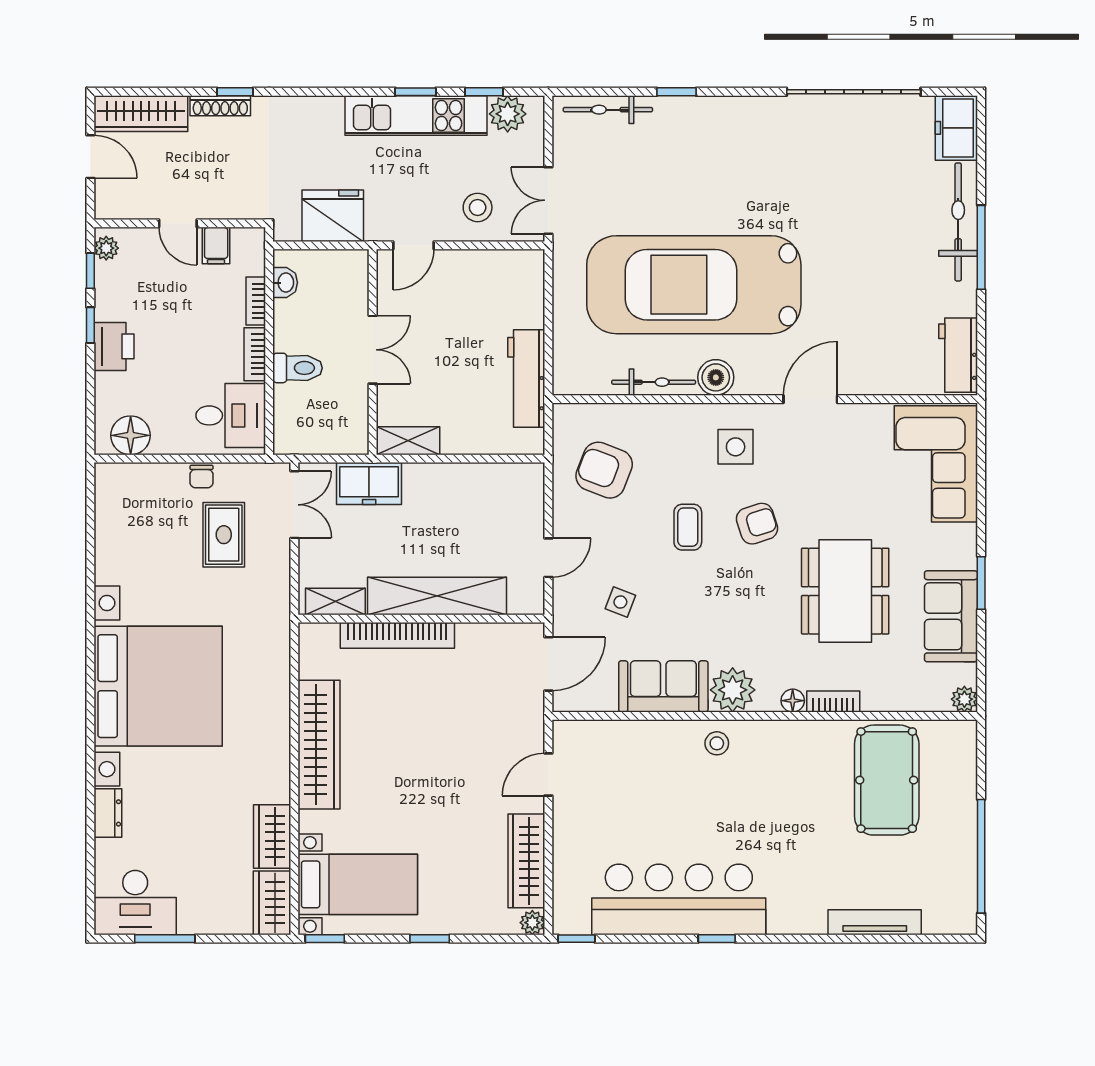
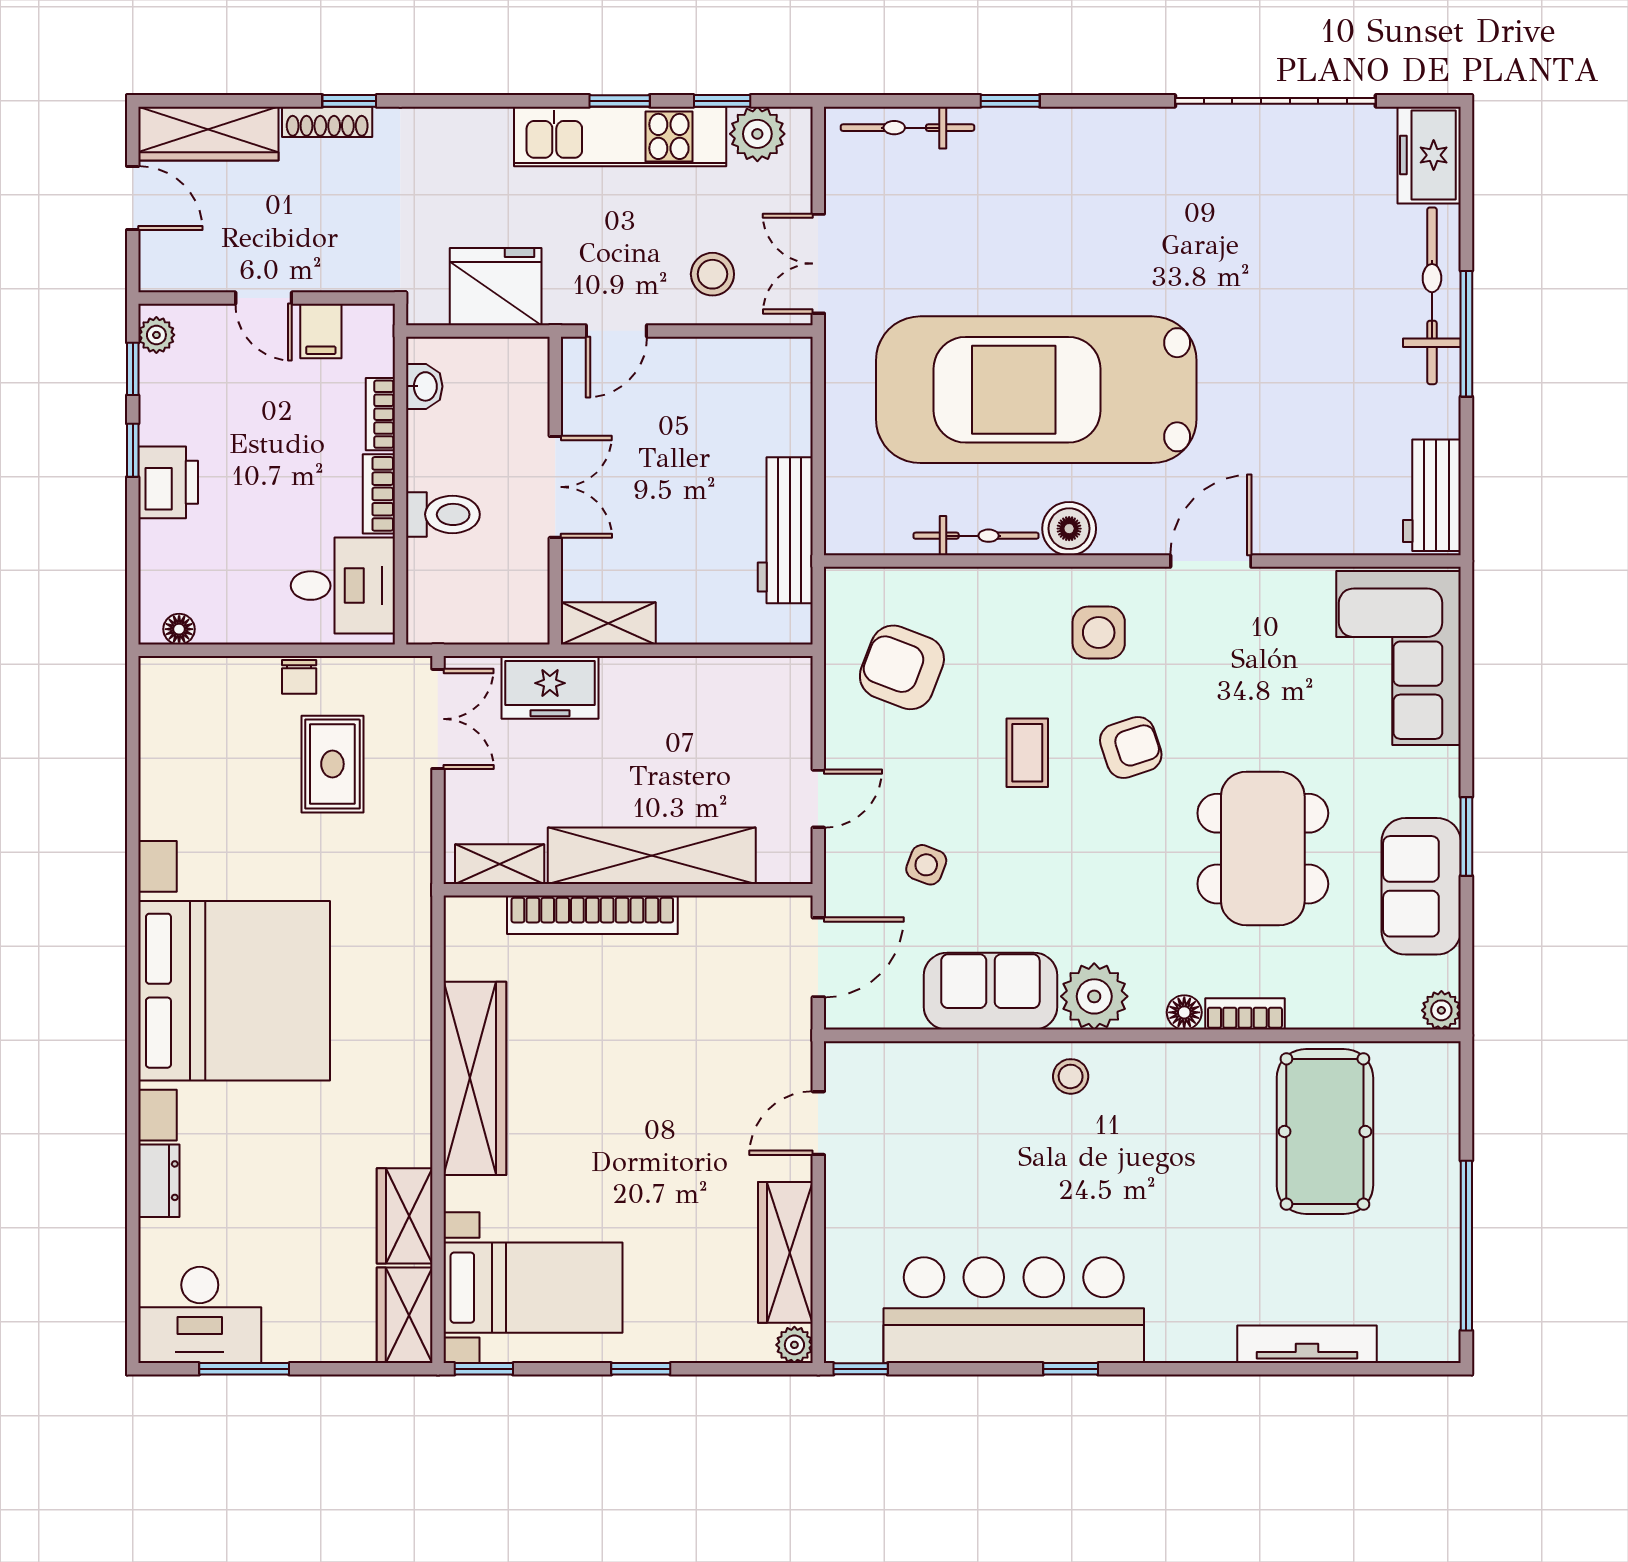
floor lamp: (131, 435) -> (179, 629), width x0.53, depth x0.53

